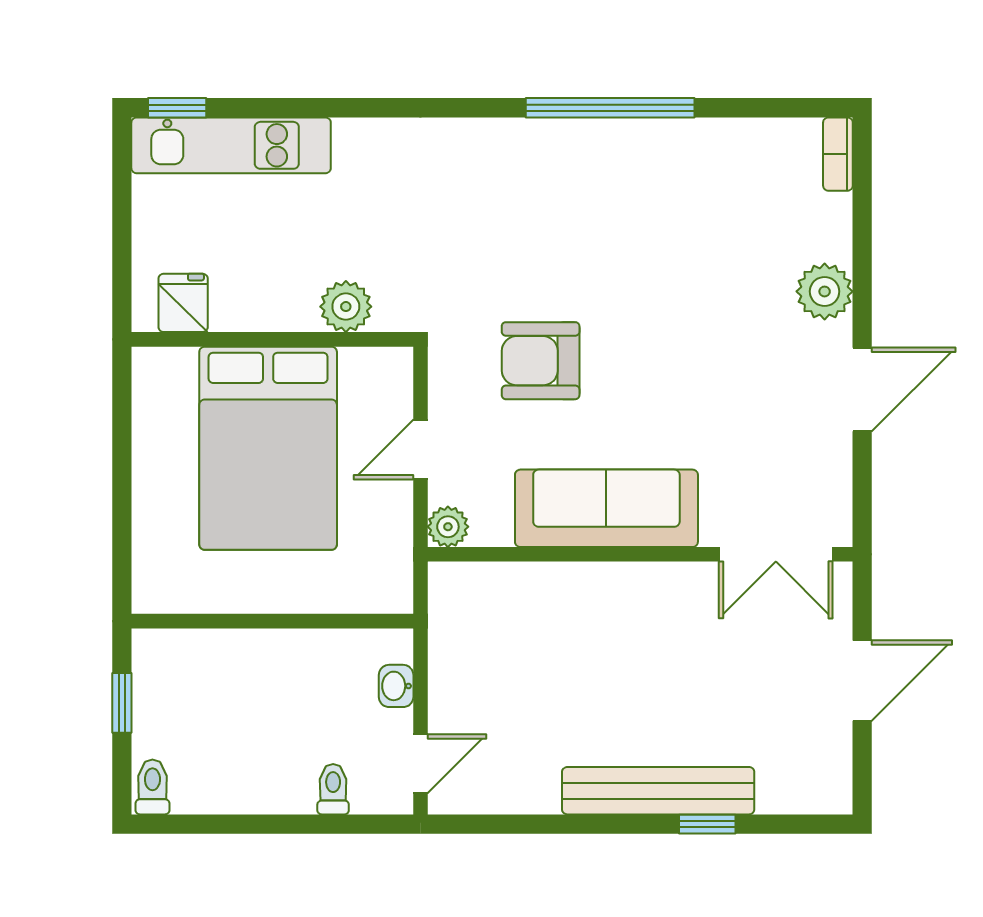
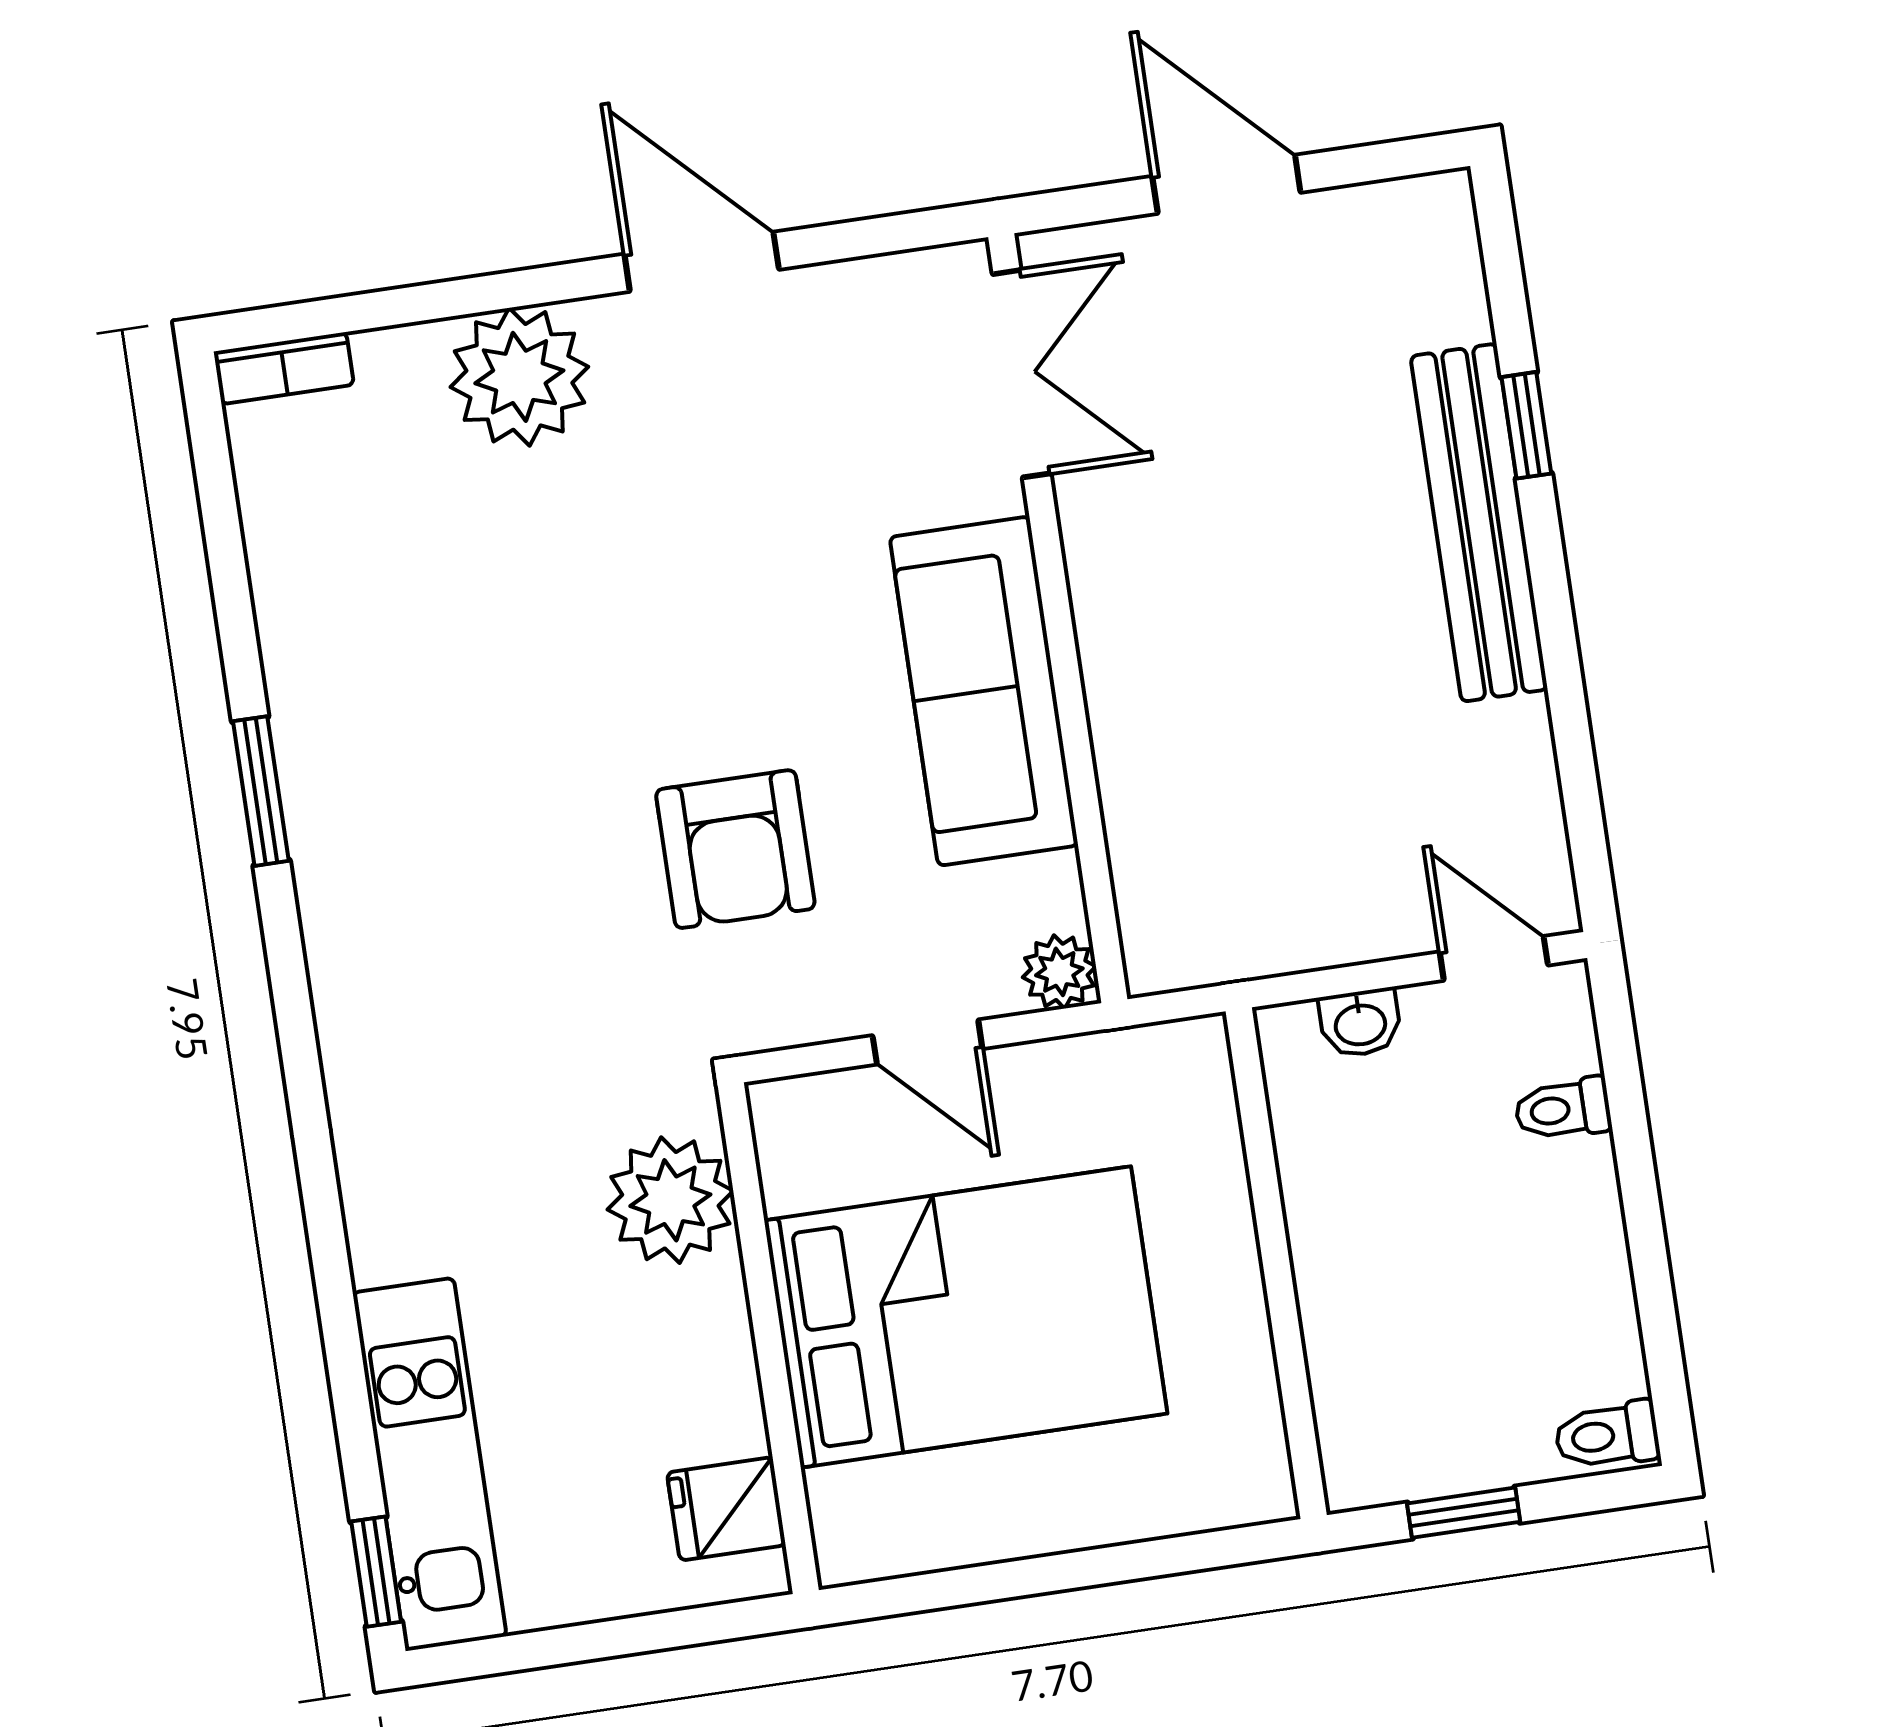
window: (610, 108) -> (261, 791), width x0.47
plant: (825, 291) -> (519, 377), width x1.36, depth x1.36
plant: (346, 307) -> (670, 1200), width x1.36, depth x1.36

